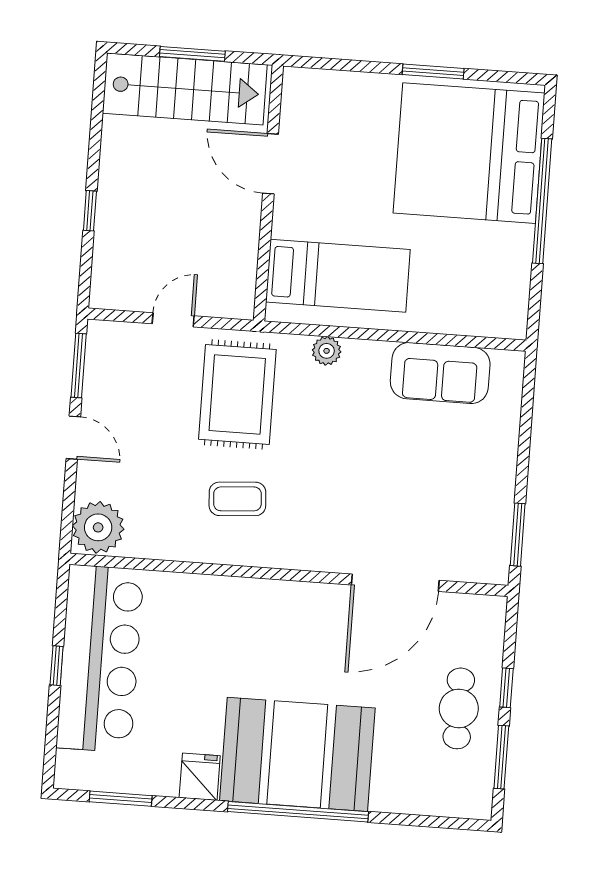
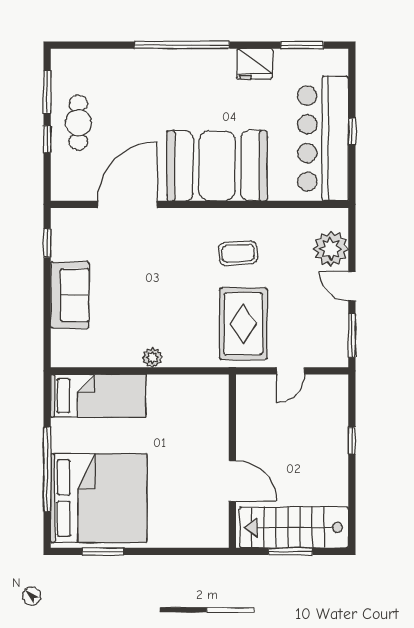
window: (433, 72) -> (103, 551), moved
bed: (338, 276) -> (98, 396), moved, turned 180
plant: (327, 351) -> (152, 358), moved
sofa: (440, 373) -> (70, 295), moved, turned 90
plant: (98, 527) -> (331, 249), moved
window: (518, 535) -> (47, 243), width x0.67
booth: (297, 754) -> (217, 166), moved
fridge: (200, 777) -> (255, 64), width x1.38

